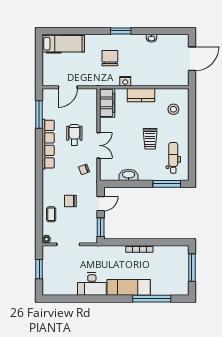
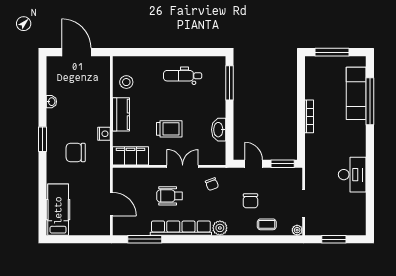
stool: (173, 109) -> (126, 82), moved
trolley: (150, 139) -> (169, 129), moved
dental chair: (173, 158) -> (183, 76), moved
plant: (48, 176) -> (220, 228), added
exam couch: (129, 287) -> (356, 93), moved

